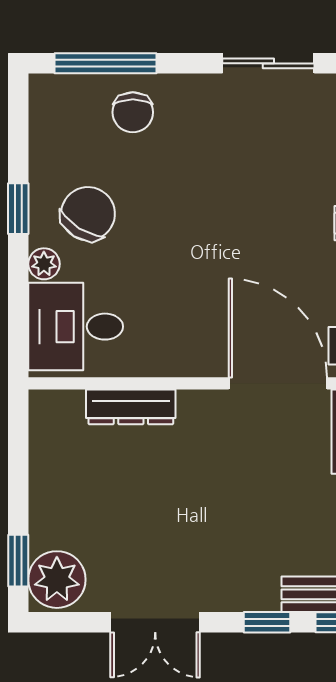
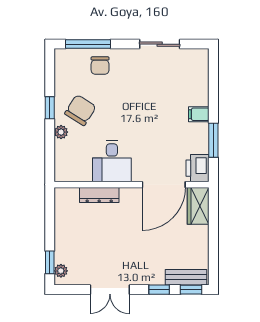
desk: (76, 327) -> (112, 161), moved, turned -90
door: (278, 383) -> (164, 185), swing flipped
plant: (57, 580) -> (61, 271), width x0.53, depth x0.53

